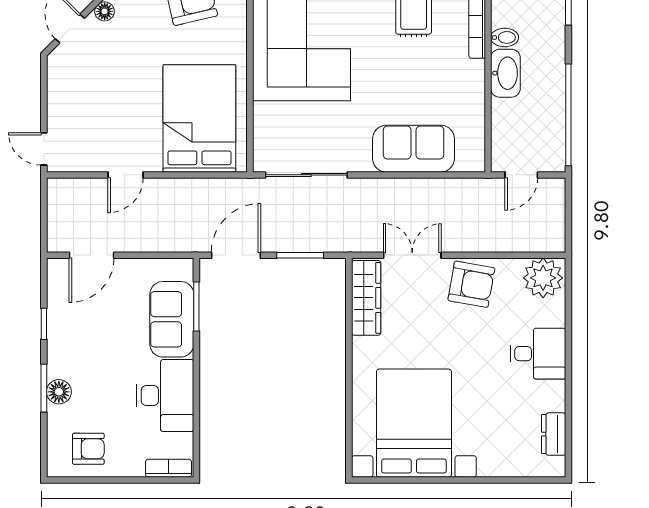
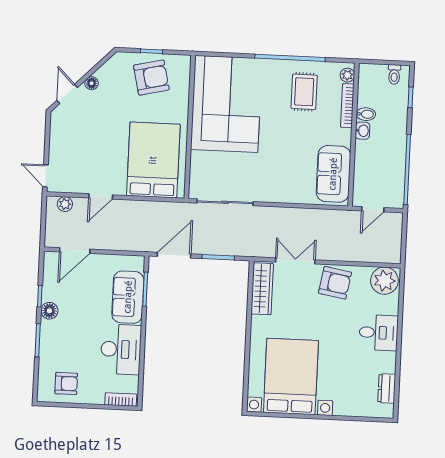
washbasin: (505, 73) -> (363, 131), width x0.52, depth x0.69
sofa: (413, 149) -> (333, 174), moved, turned -90
plant: (74, 189) -> (65, 204), added
floor lamp: (59, 392) -> (49, 311), moved

